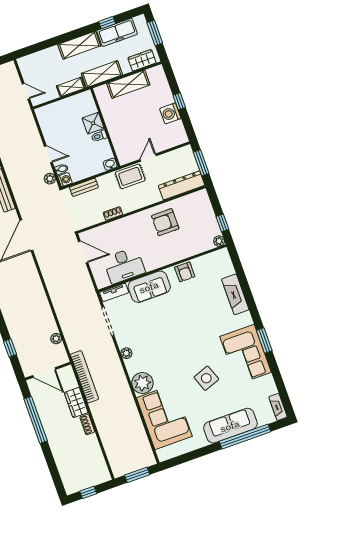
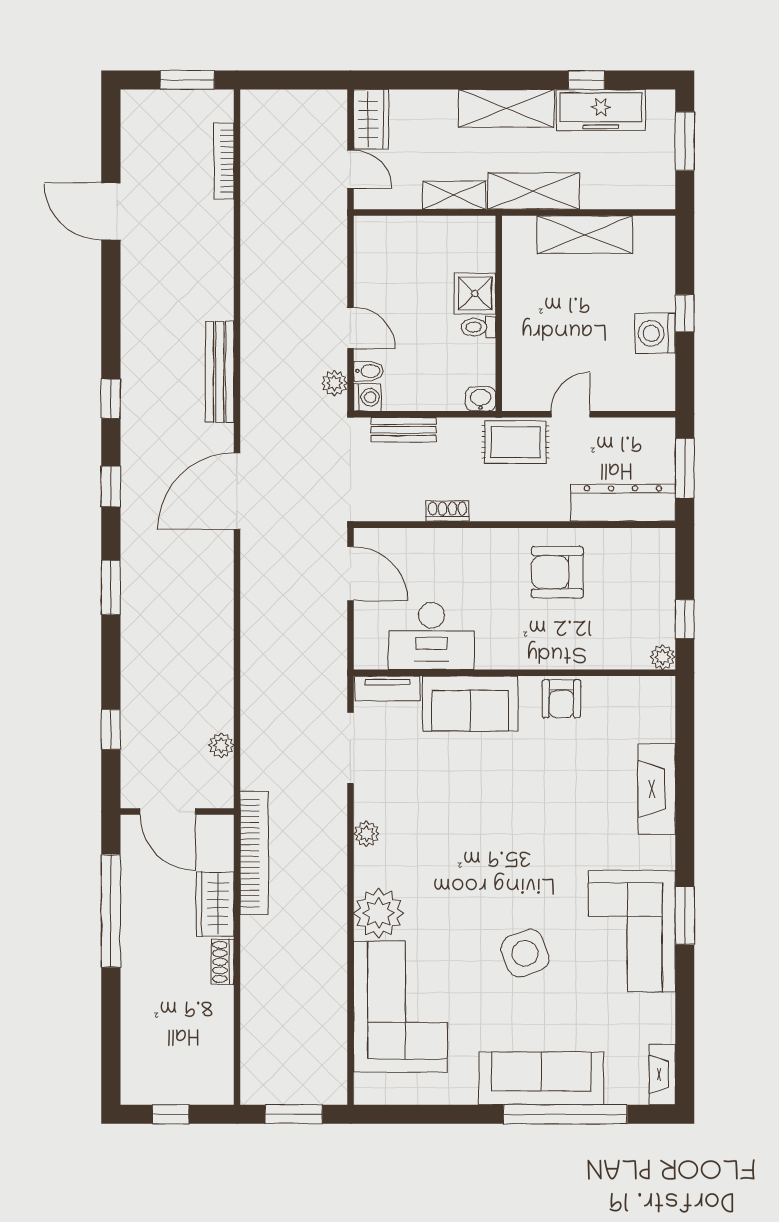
wardrobe: (142, 60) -> (371, 119), moved, turned 90

